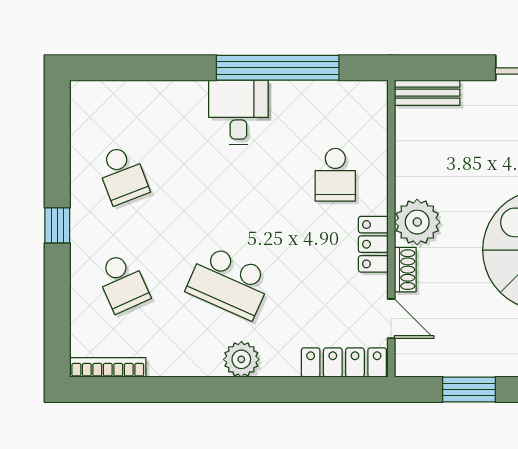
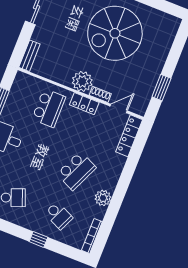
school desk: (335, 175) -> (49, 108), width x1.85
window: (57, 225) -> (38, 239), moved
school desk: (122, 283) -> (59, 216), turned 48
plant: (241, 359) -> (103, 198), moved

